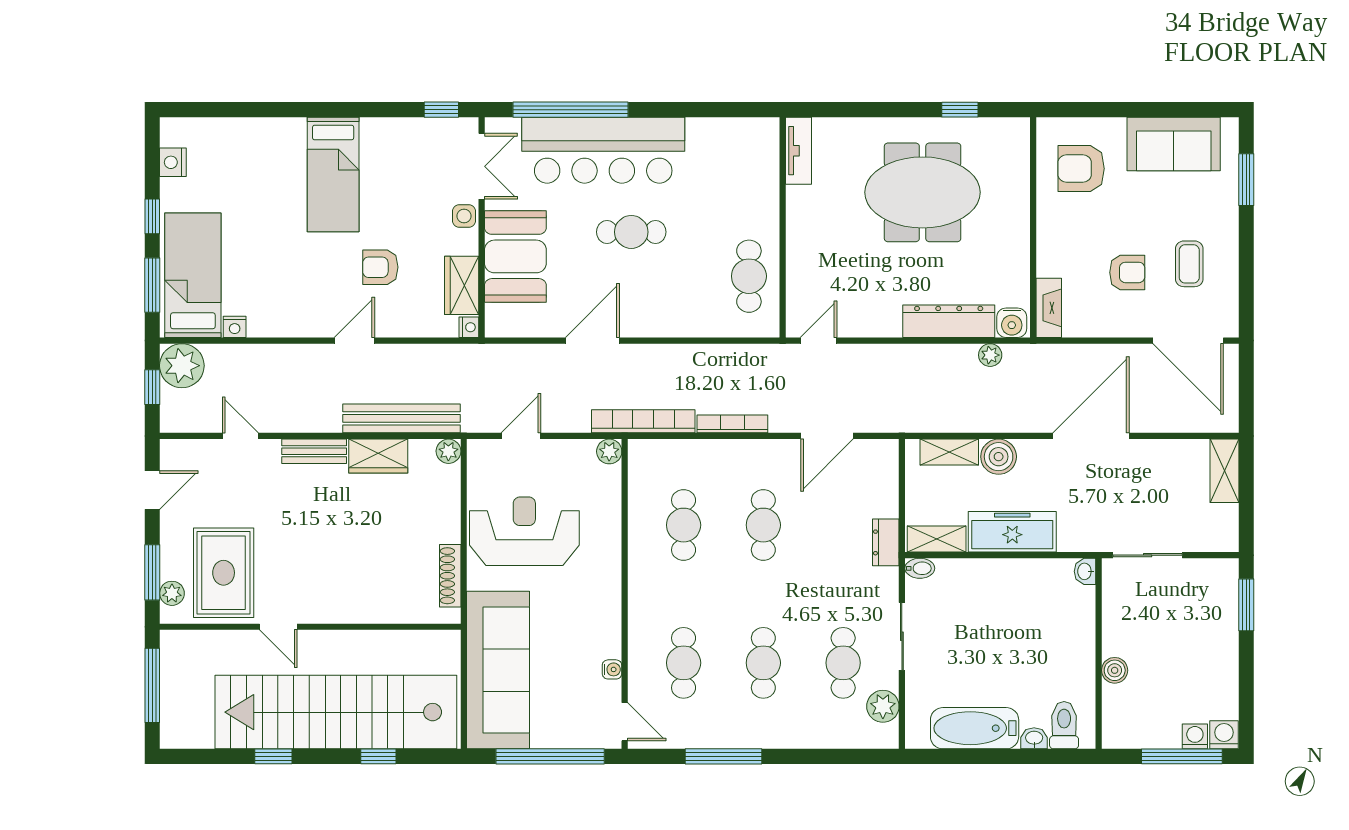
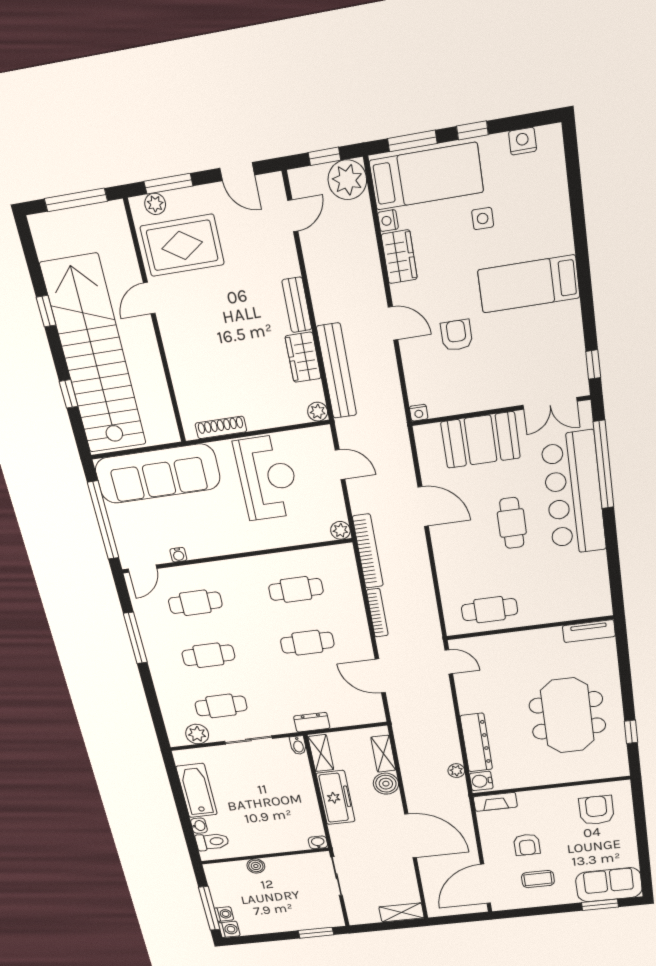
sofa: (1174, 144) -> (609, 885), moved, turned 90
side table: (464, 216) -> (483, 219), moved
wardrobe: (462, 285) -> (399, 257), moved, turned 90
door: (240, 436) -> (293, 216), moved

